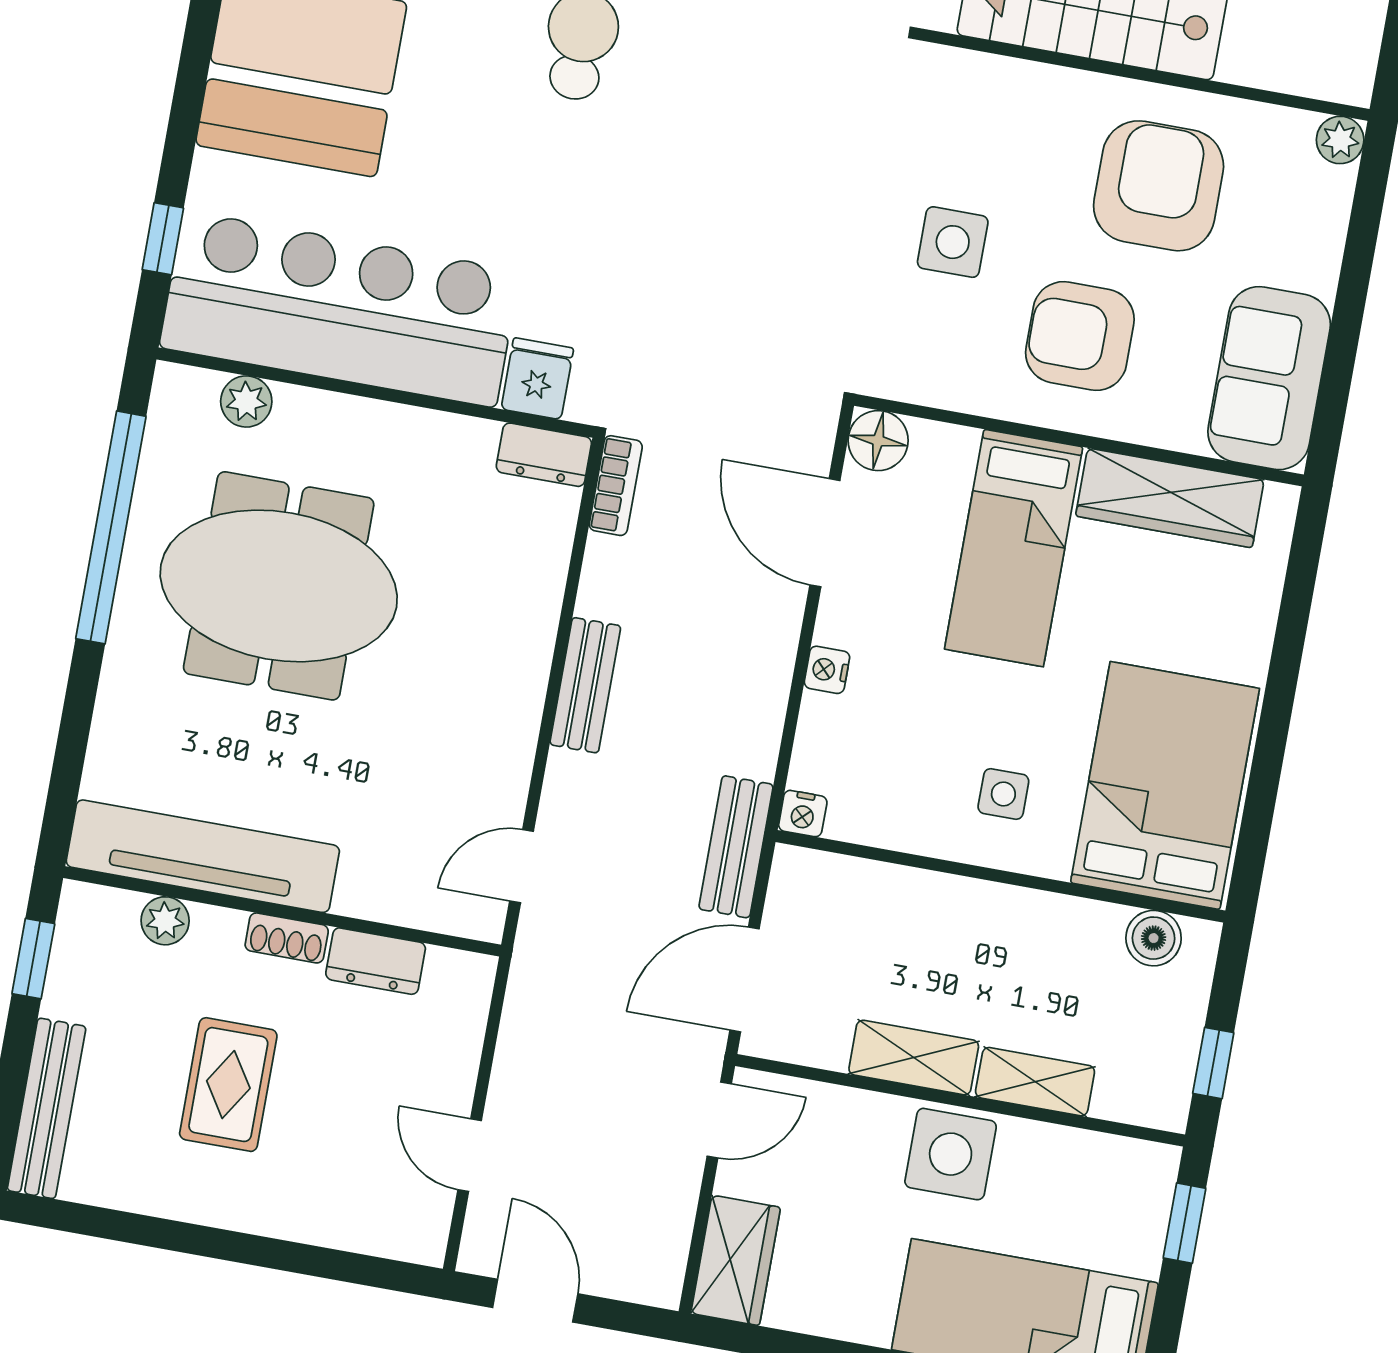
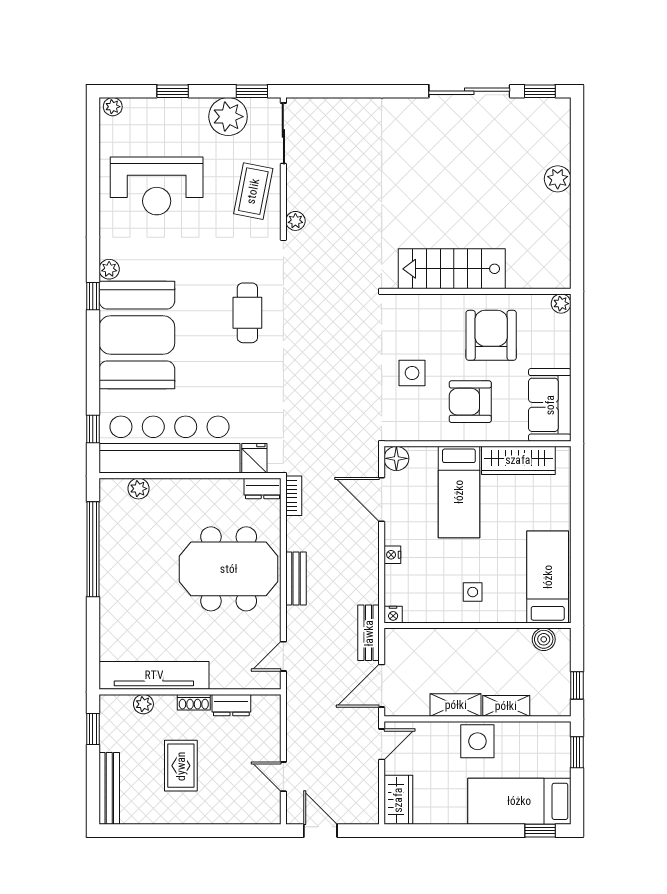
meeting table: (279, 586) -> (229, 569), moved
bed: (1165, 786) -> (548, 577), width x0.67

